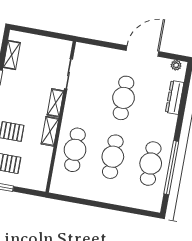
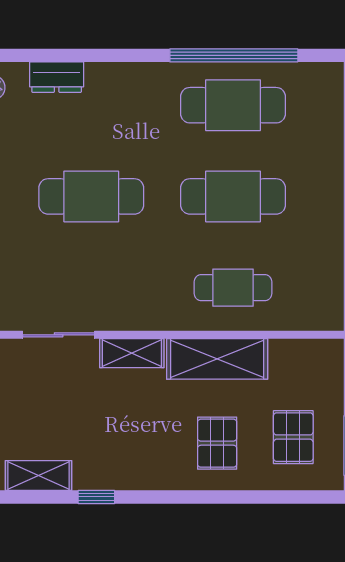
dresser: (175, 97) -> (57, 77), width x0.70
shelving: (50, 131) -> (217, 359), width x1.50, depth x1.33
cafe table: (75, 150) -> (233, 288), width x0.73, depth x0.74

